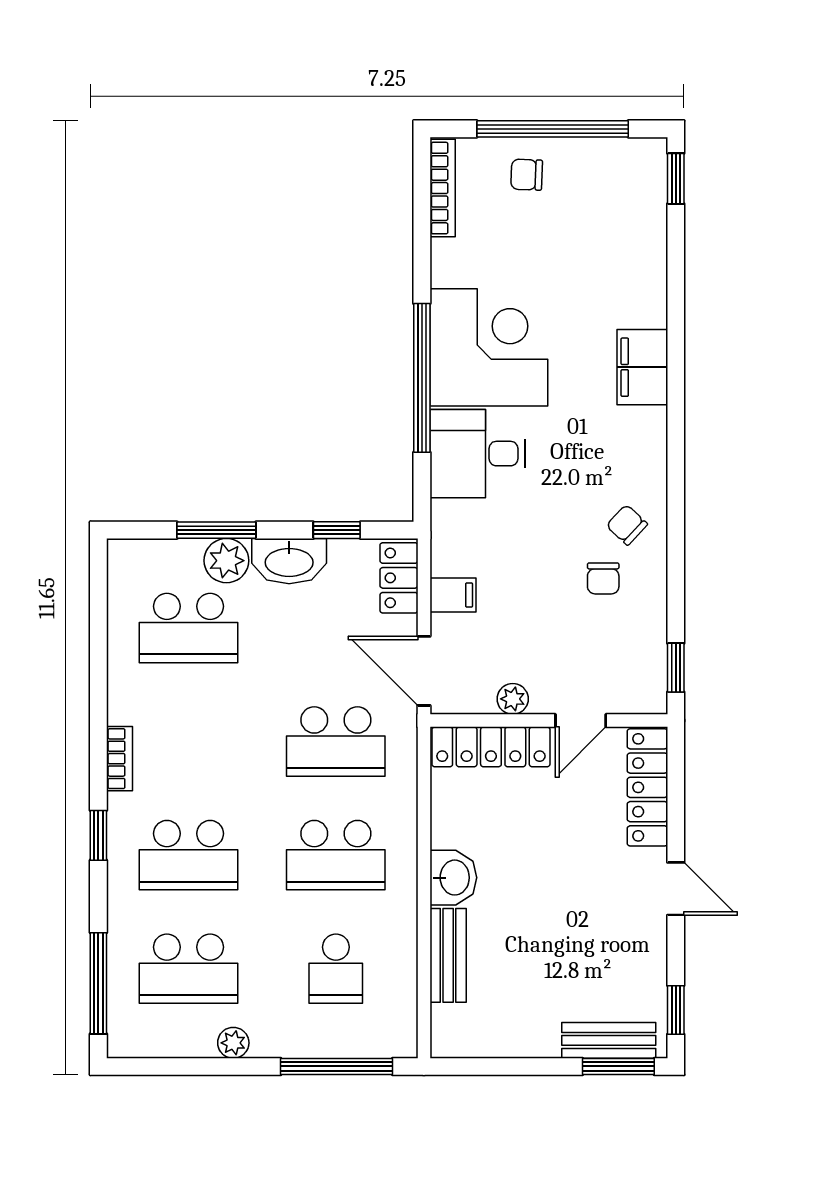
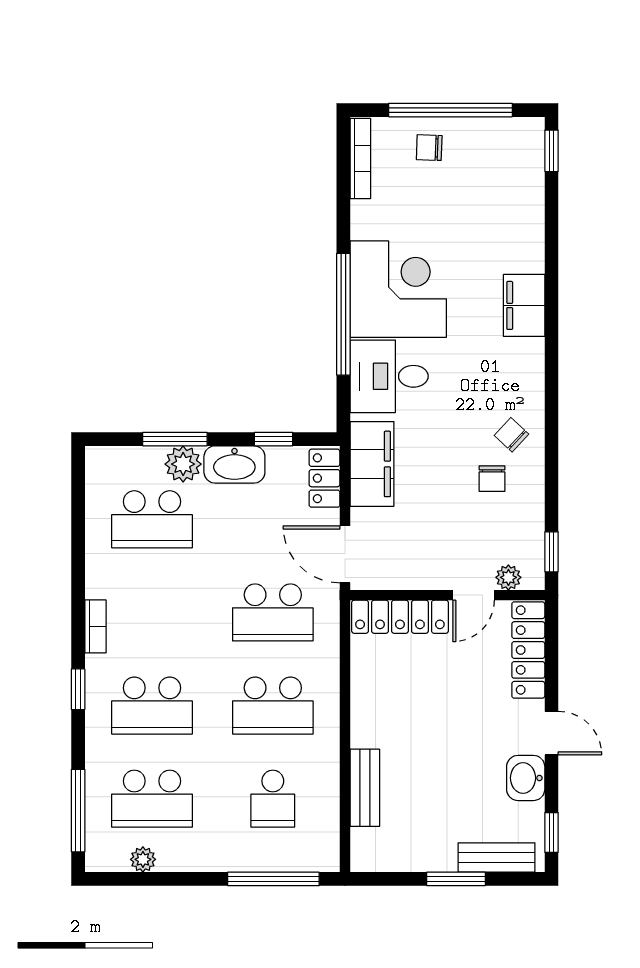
filing cabinet: (453, 595) -> (372, 464), width x3.00, depth x1.17
plant: (513, 699) -> (508, 577), moved
washbasin: (453, 878) -> (526, 778), moved, turned 180
plant: (233, 1043) -> (143, 859), moved
window: (618, 1066) -> (456, 879), moved

